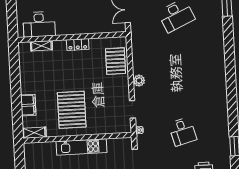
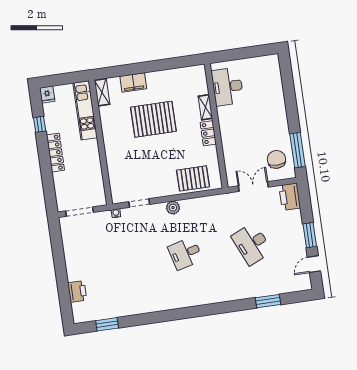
shelving: (41, 46) -> (205, 107), moved
pallet: (72, 110) -> (153, 119), moved
desk: (183, 132) -> (185, 253), moved
kitchen unit: (82, 147) -> (85, 110), moved

